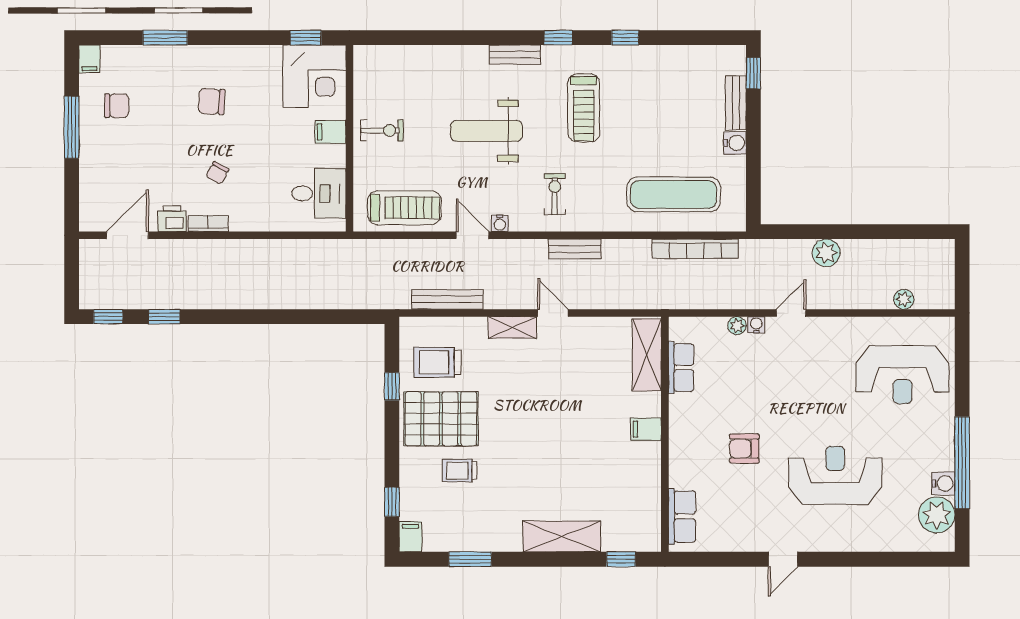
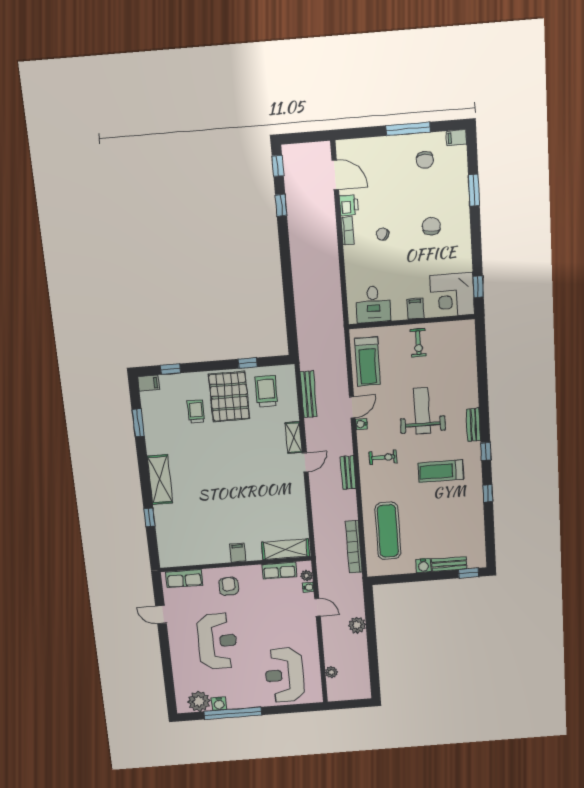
shelving: (647, 355) -> (285, 549), moved
row of seats: (681, 368) -> (279, 571), moved
filing cabinet: (646, 429) -> (238, 553), moved
wall: (665, 434) -> (236, 564), moved
row of seats: (682, 516) -> (184, 579), moved

